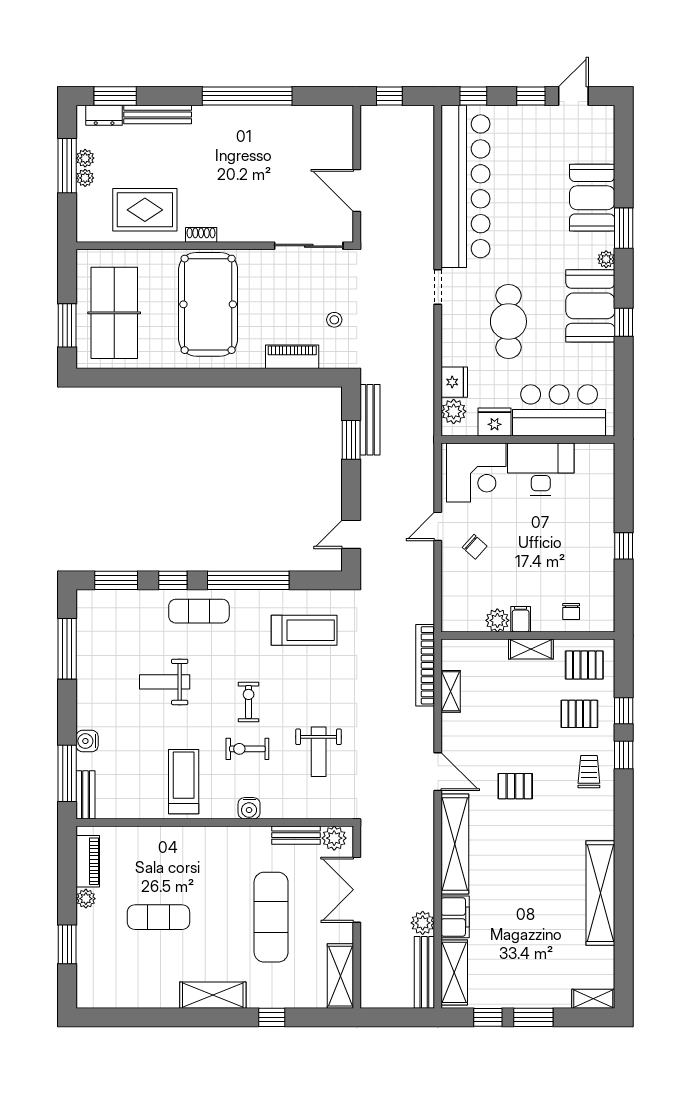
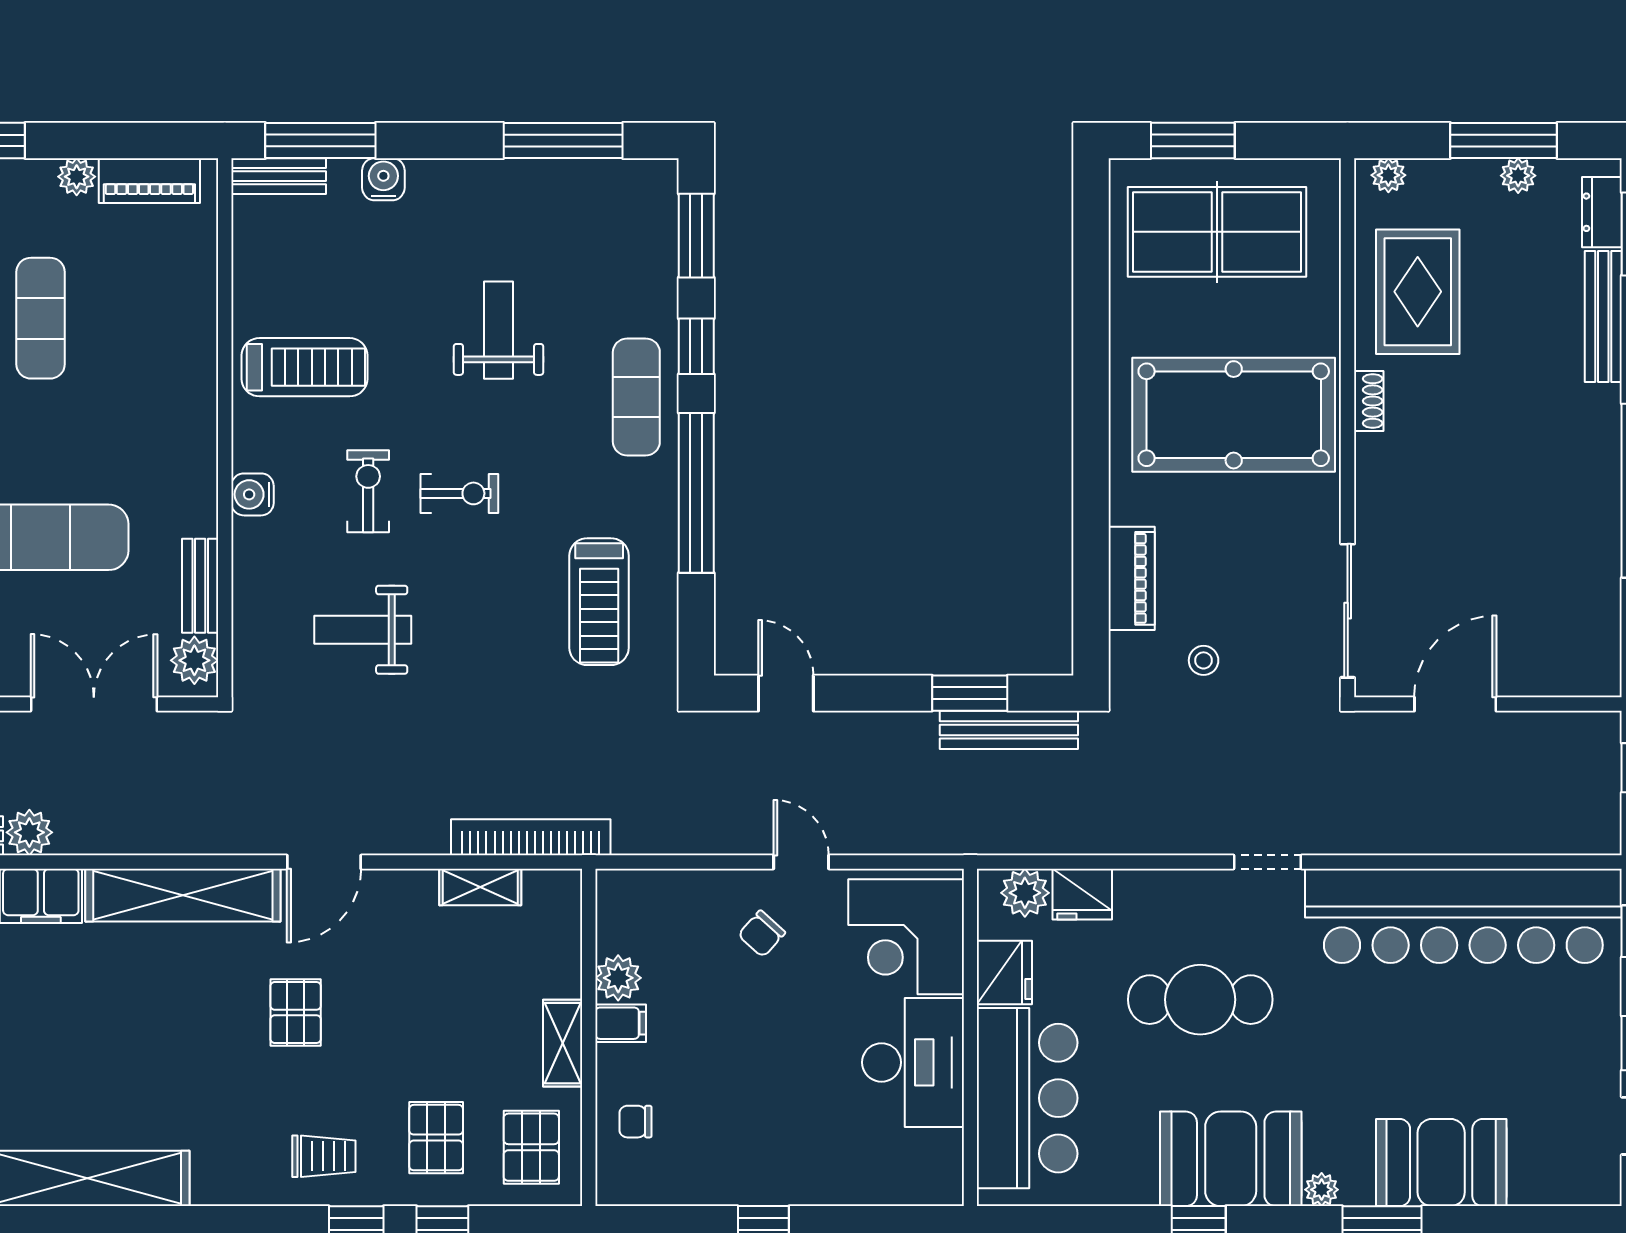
plant: (85, 178) -> (1388, 175), moved

